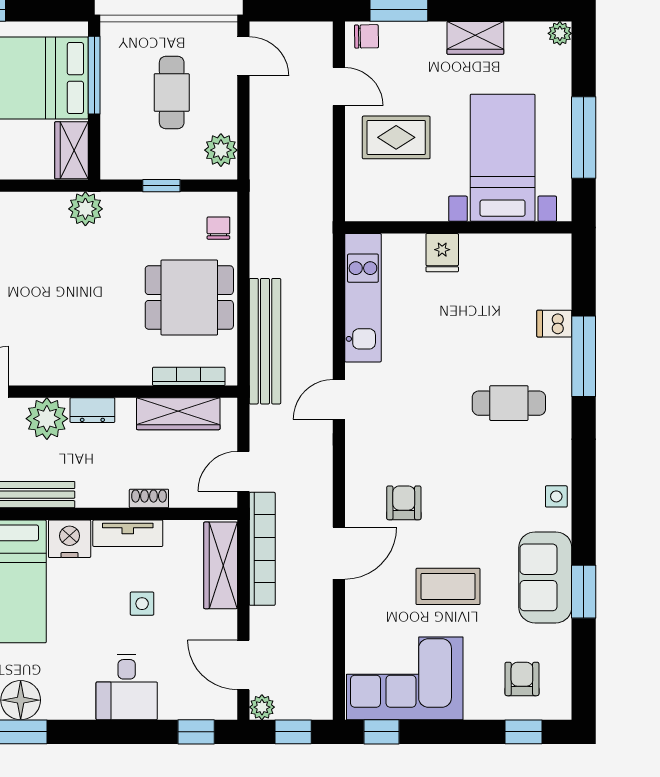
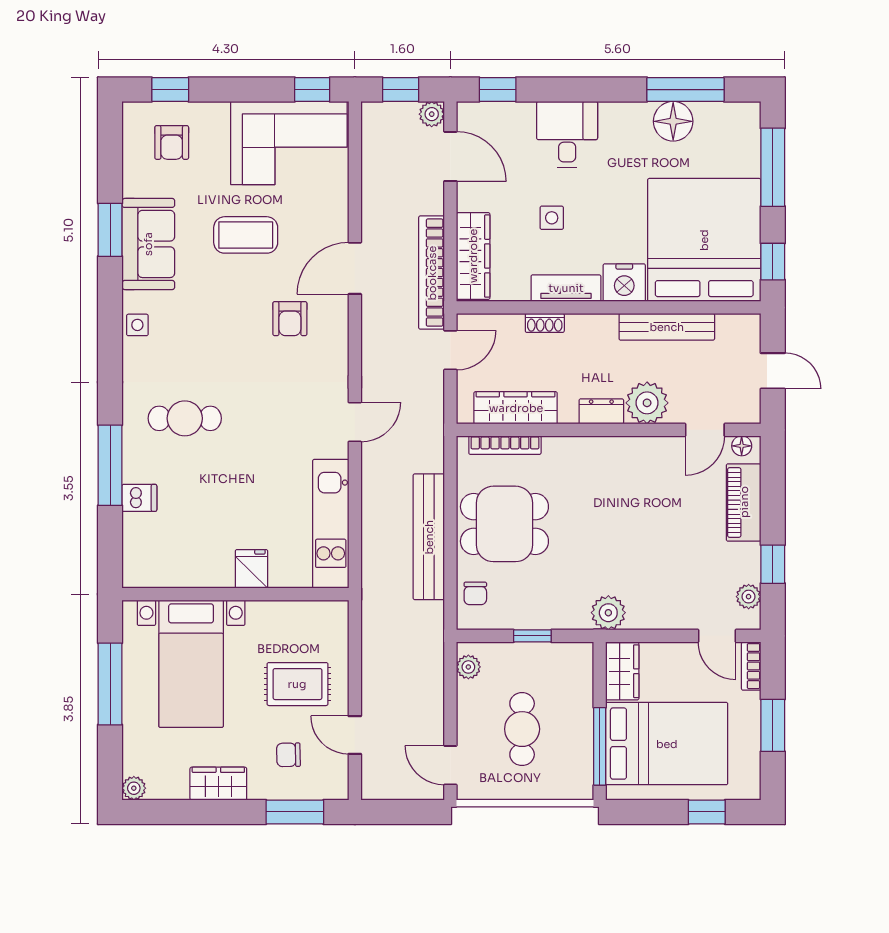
chair: (366, 36) -> (288, 755), moved
plant: (221, 150) -> (468, 667), width x0.73, depth x0.73
bench: (265, 341) -> (429, 537), moved

